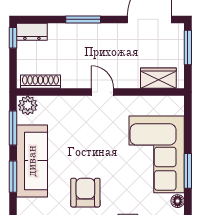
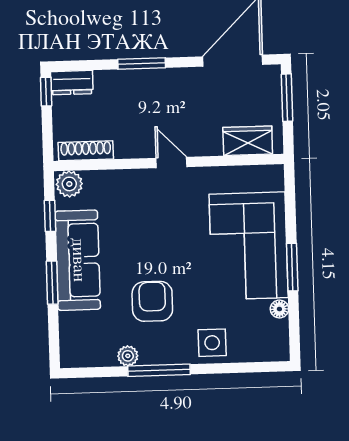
window: (13, 128) -> (50, 216), width x0.67

